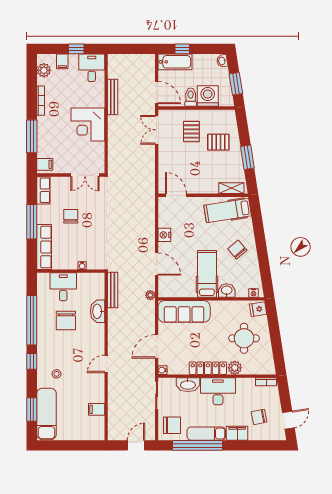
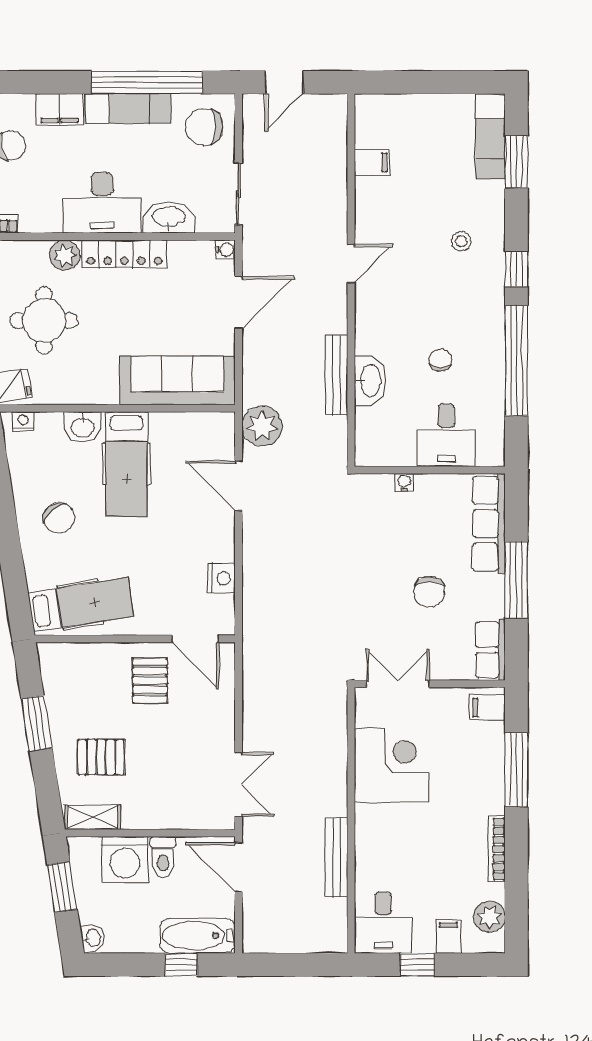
corner desk: (88, 125) -> (391, 765), moved
pallet: (191, 131) -> (150, 680), moved
shelving: (231, 188) -> (93, 817), moved
nightstand: (164, 235) -> (221, 578), moved
bench: (113, 290) -> (336, 375), moved
plant: (150, 295) -> (262, 426), width x1.87, depth x1.87
chair: (66, 321) -> (440, 360), width x0.54, depth x0.54
exam couch: (46, 414) -> (490, 137), width x0.73, depth x0.69

